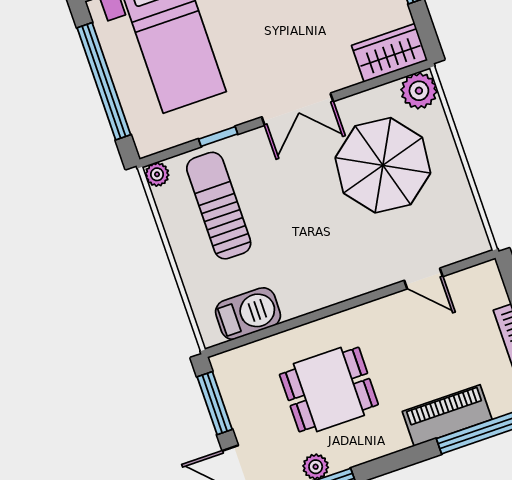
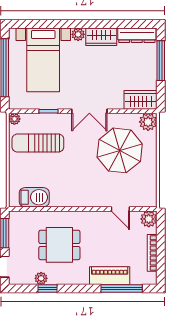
sun lounger: (219, 206) -> (38, 143), turned -90
plant: (485, 279) -> (149, 219), added

